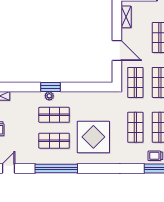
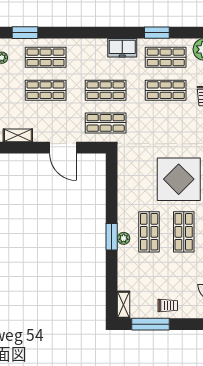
door: (117, 51) -> (63, 148), swing flipped
shop shelf: (135, 127) -> (166, 123), removed

